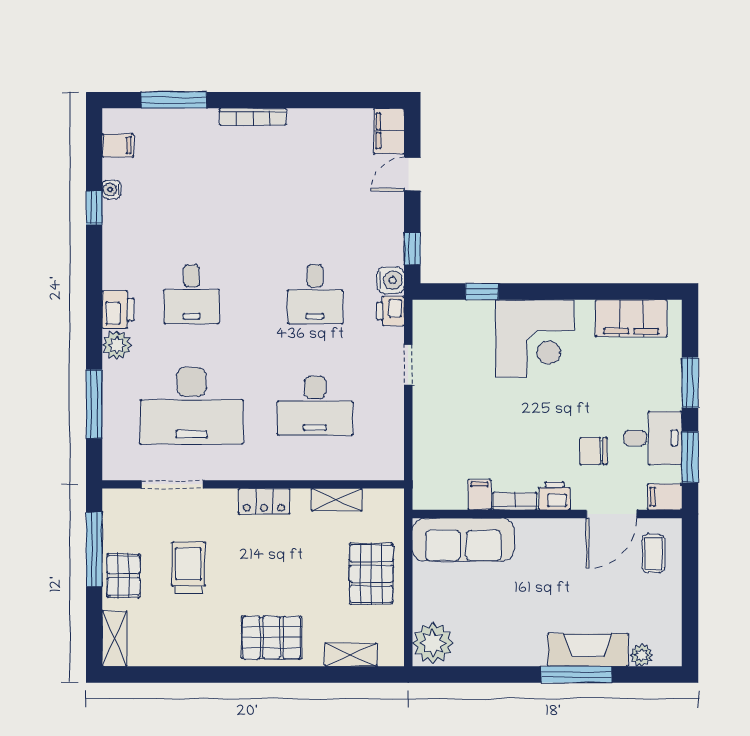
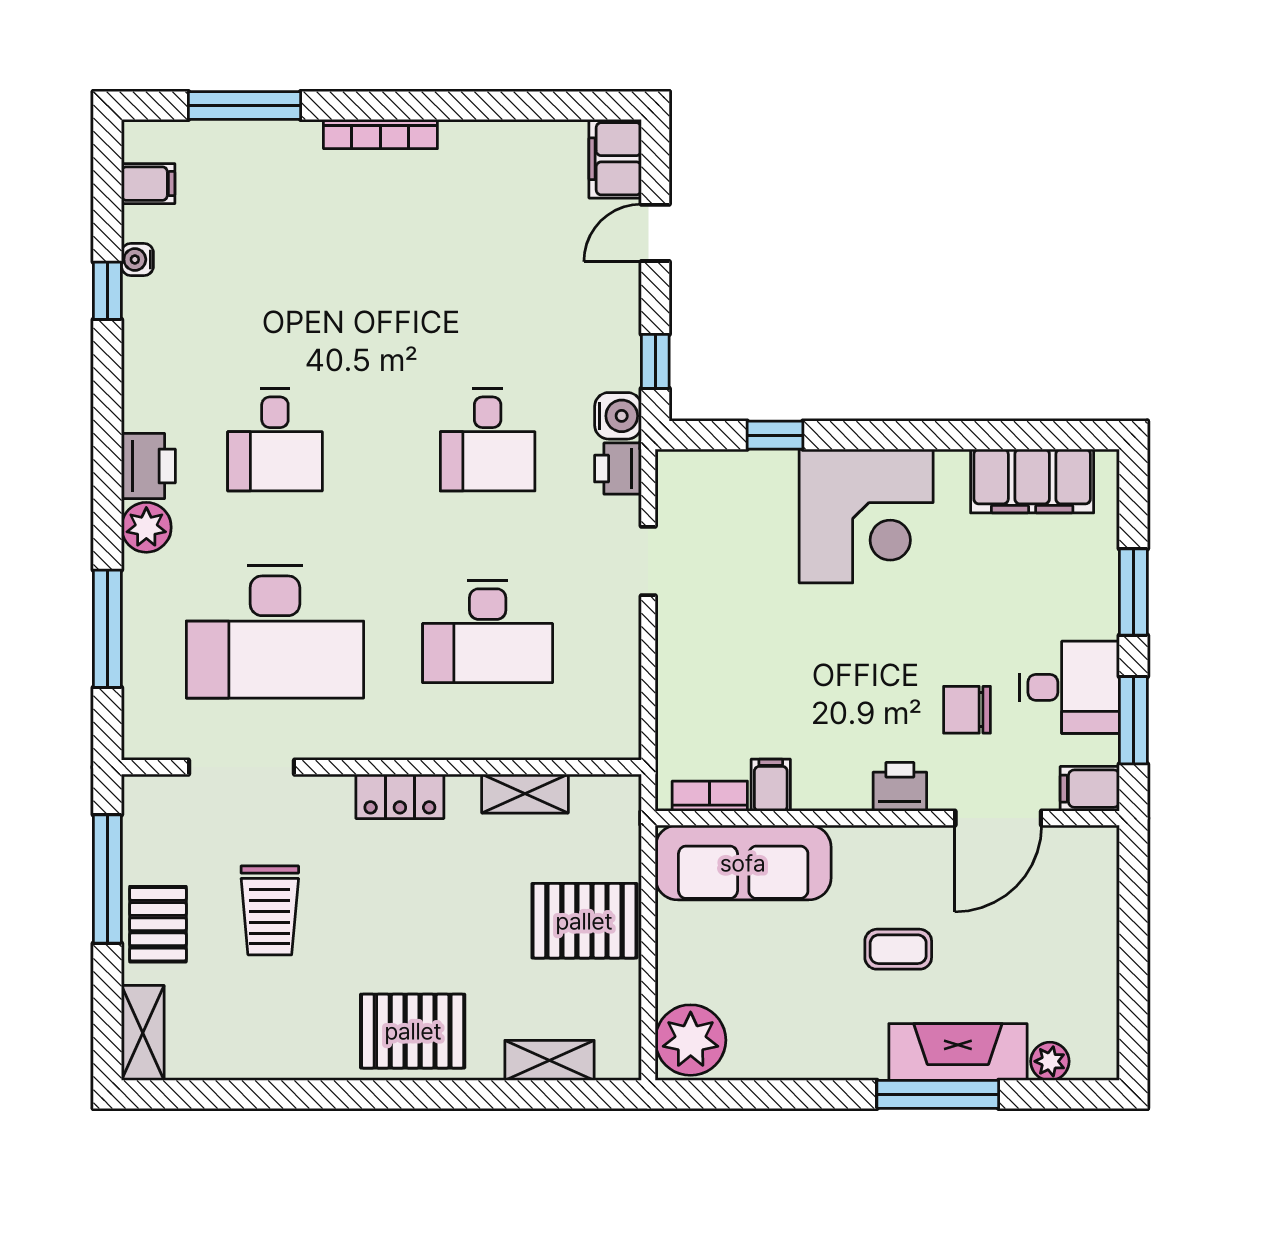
bookcase: (515, 501) -> (710, 796), moved
coffee table: (654, 553) -> (898, 949), moved, turned 90
trolley: (188, 568) -> (270, 910), turned 180
pallet: (371, 574) -> (584, 921), turned 90

